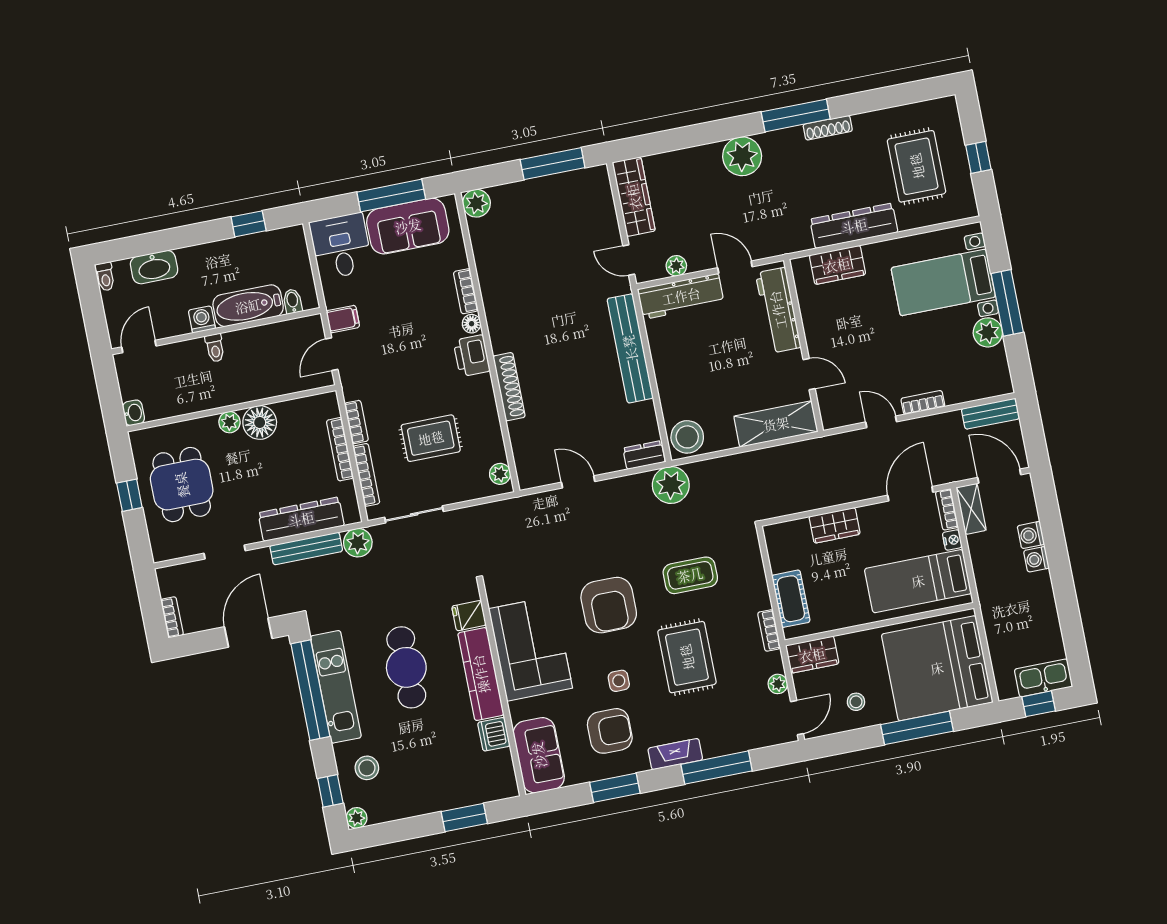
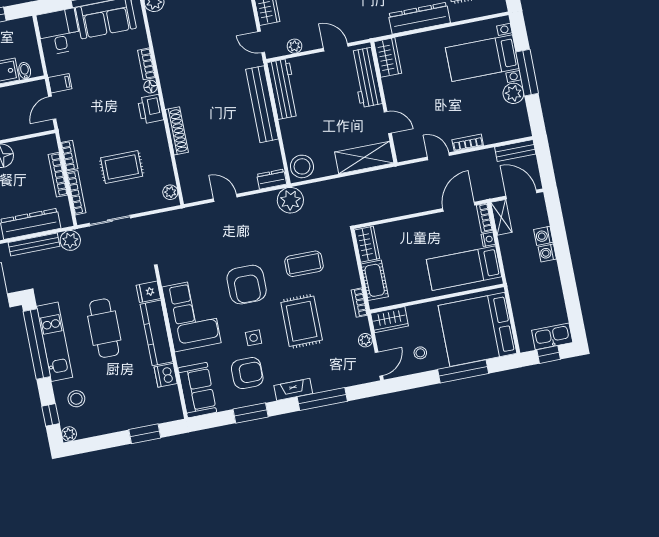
wardrobe: (837, 265) -> (388, 57), moved, turned -90
workbench: (681, 296) -> (283, 89), moved, turned -90
wardrobe: (835, 525) -> (367, 244), moved, turned -90

